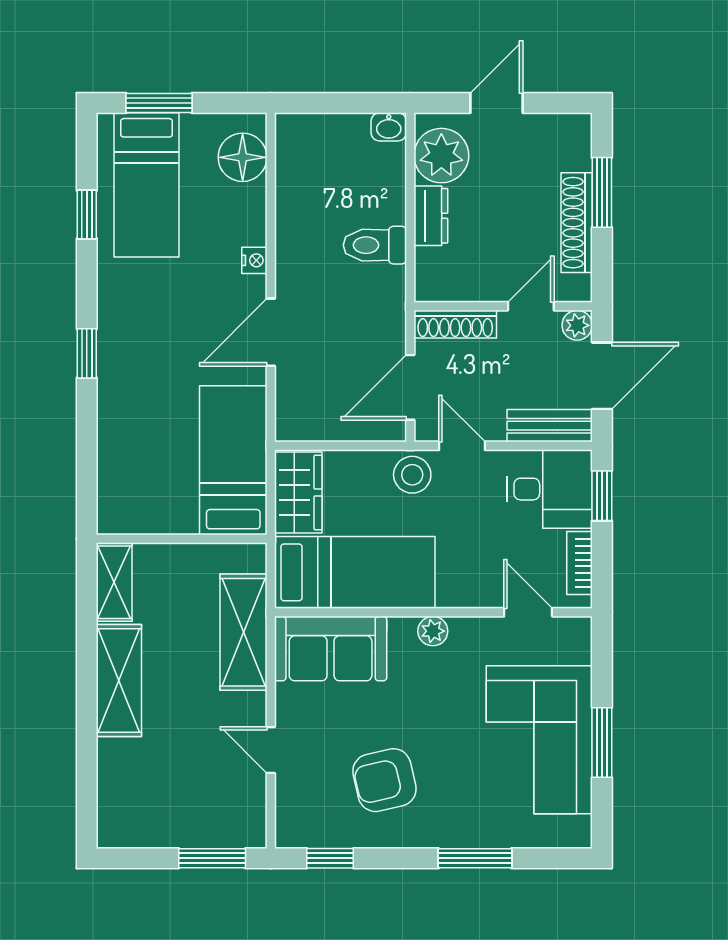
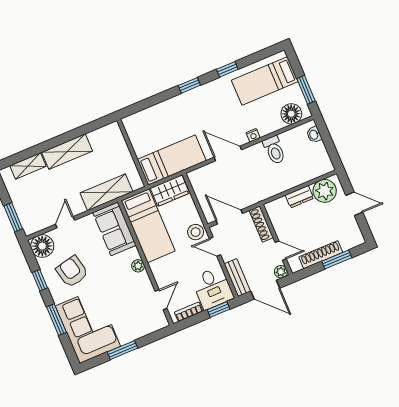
window: (159, 103) -> (306, 90), moved
washbasin: (389, 127) -> (314, 135), moved
window: (87, 214) -> (227, 69), moved
toilet: (375, 245) -> (274, 150), moved, turned 180
door: (462, 446) -> (215, 247), swing flipped
shelving: (114, 582) -> (28, 166), moved
corner sofa: (539, 740) -> (88, 326), moved, turned 90
floor lamp: (302, 822) -> (42, 246), added
window: (330, 858) -> (40, 280), moved

